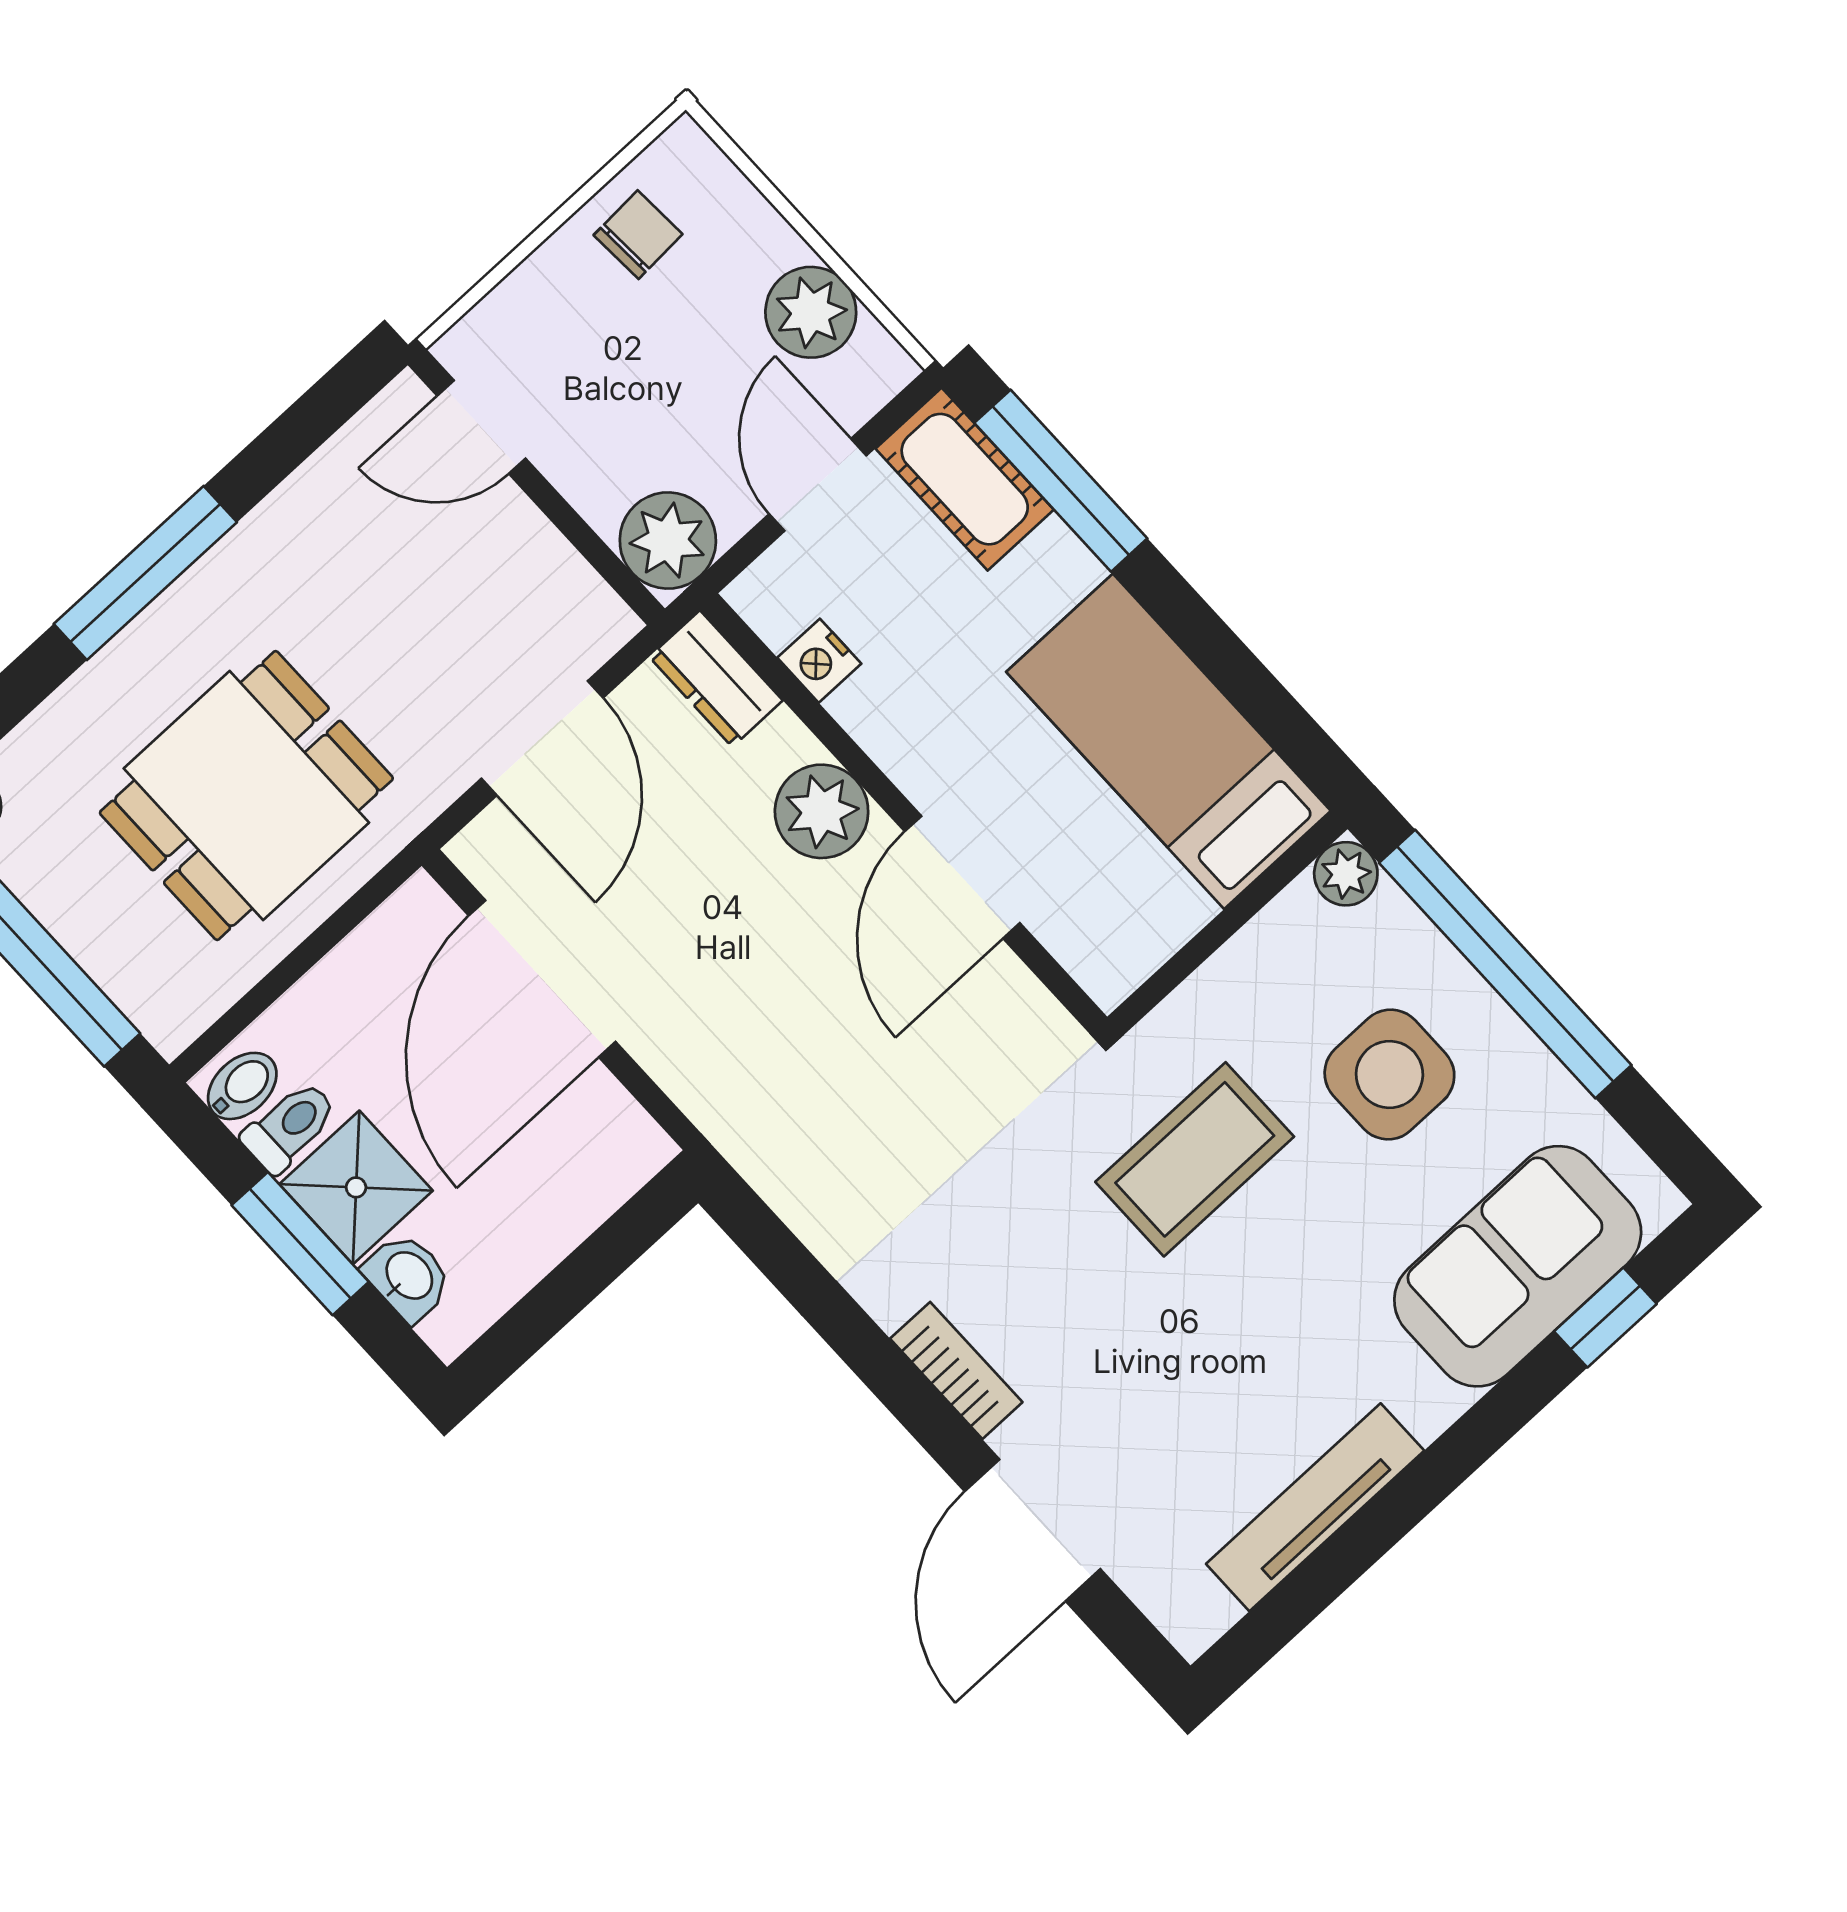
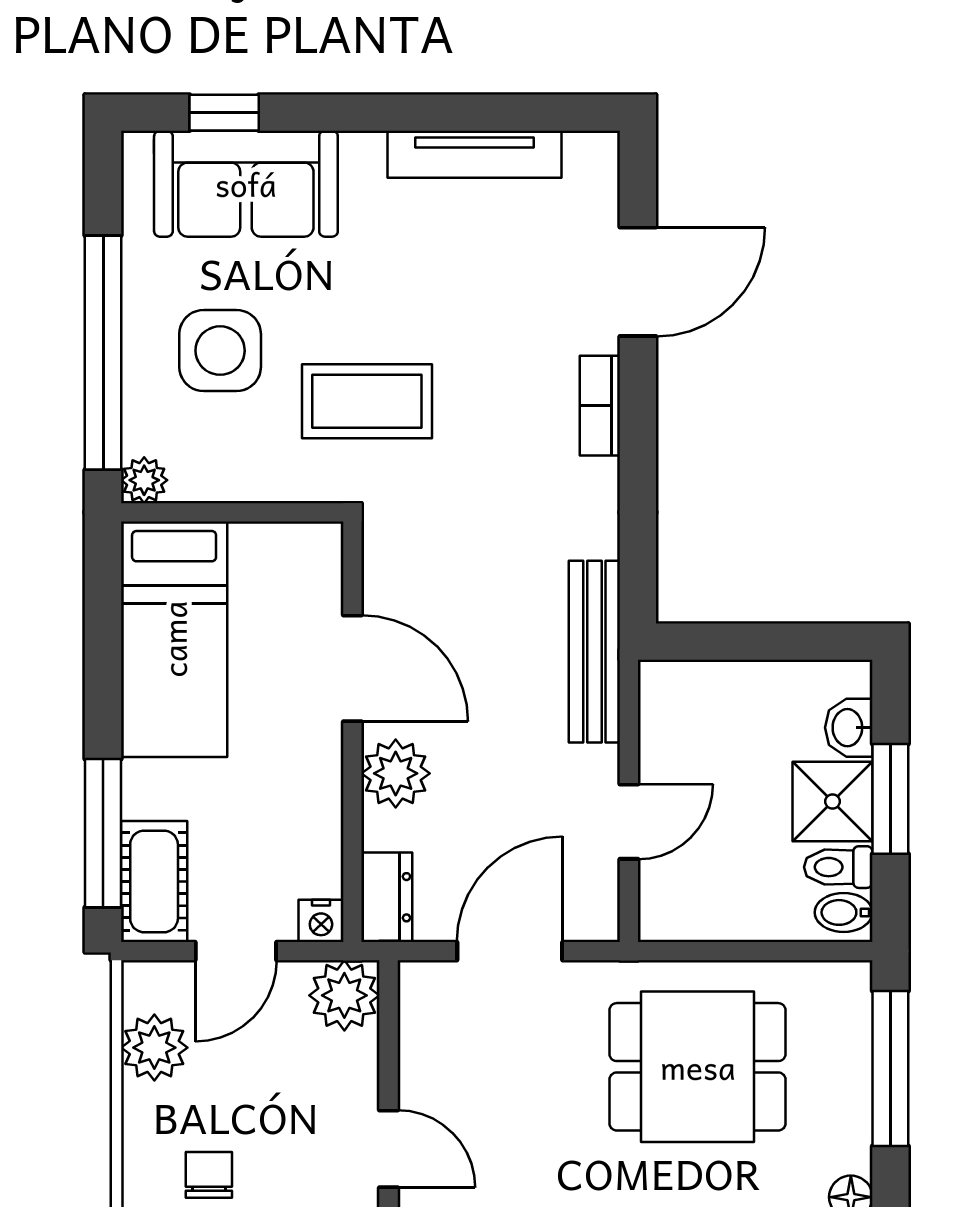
chair: (638, 235) -> (209, 1175), turned 93
nightstand: (819, 661) -> (321, 921), moved, turned 90
door: (962, 877) -> (352, 668), hinge flipped
door: (542, 979) -> (629, 822), width x0.53
bench: (734, 1118) -> (594, 652), added

